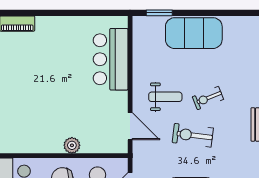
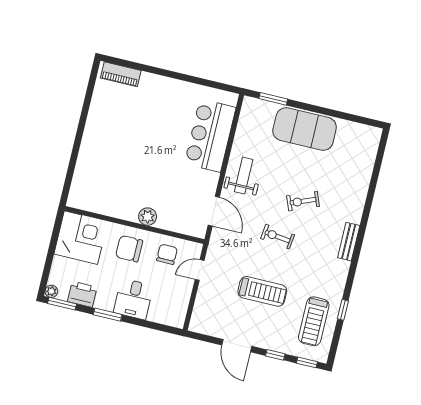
weight bench: (165, 97) -> (244, 176), moved, turned -90
exercise bike: (193, 135) -> (278, 237), width x0.73, depth x0.72

